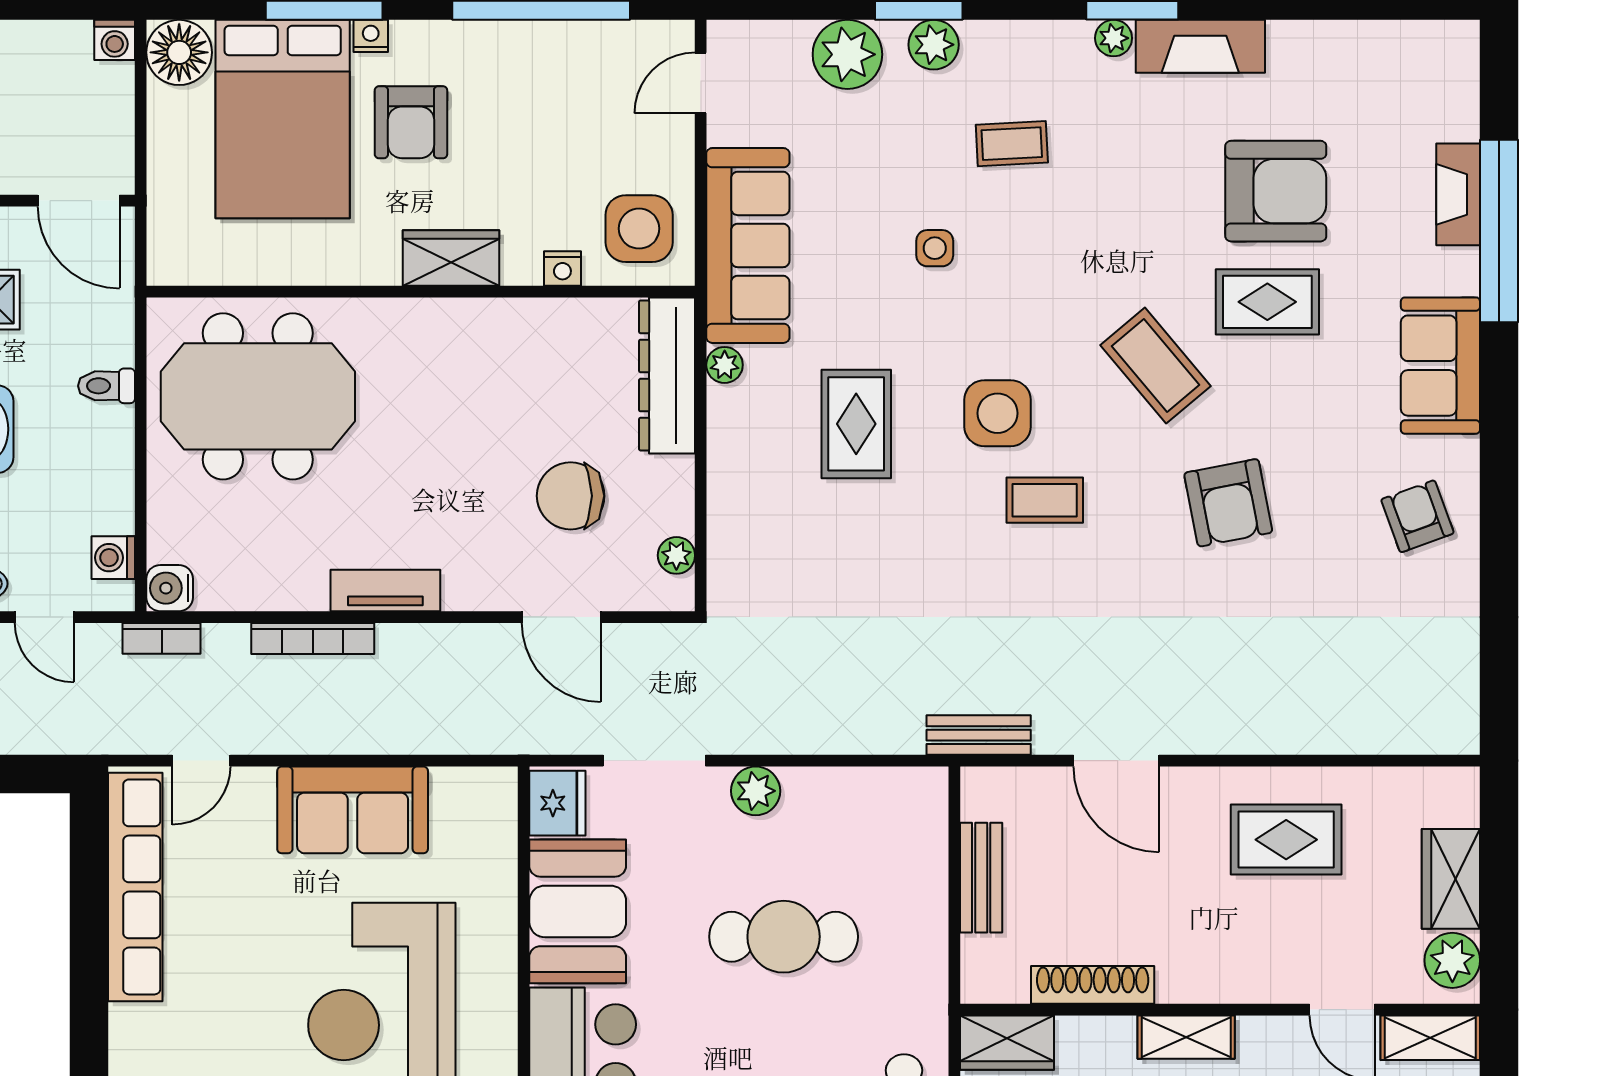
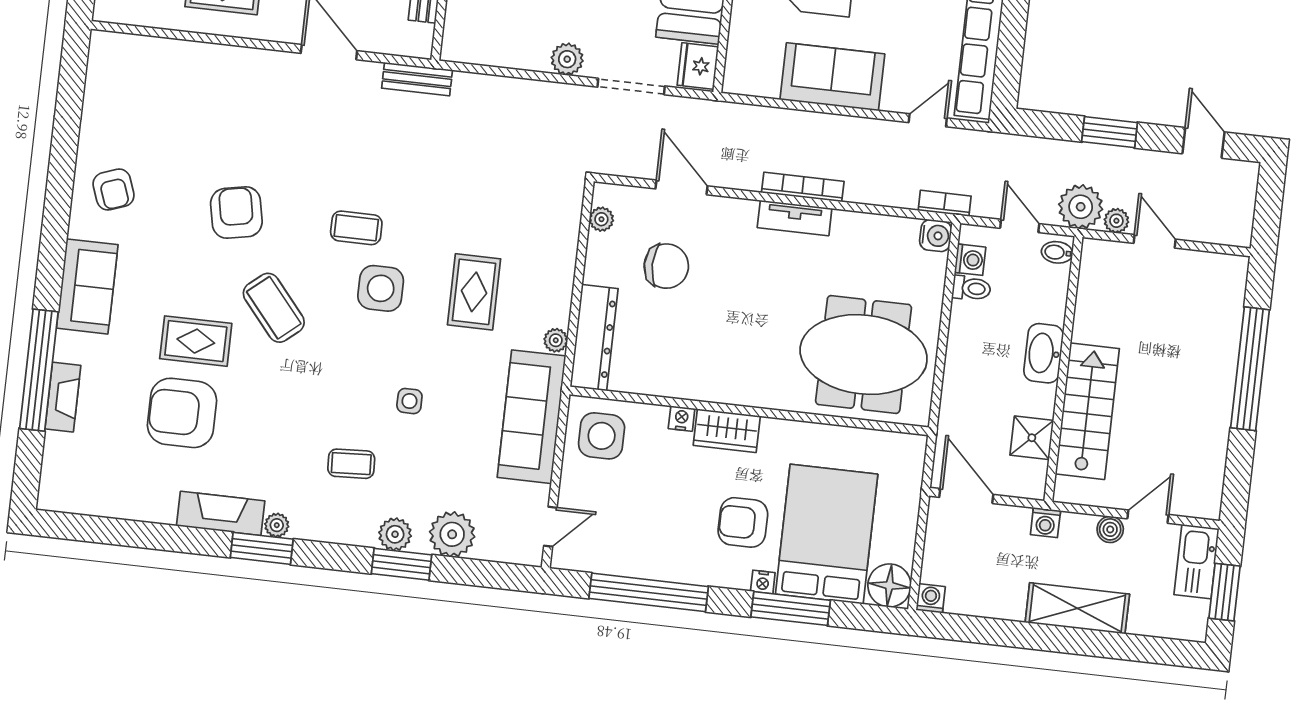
armchair: (411, 122) -> (743, 522), turned -90
nightstand: (562, 268) -> (682, 419), moved
toilet: (106, 386) -> (971, 288), moved
bookcase: (313, 639) -> (803, 187), moved

